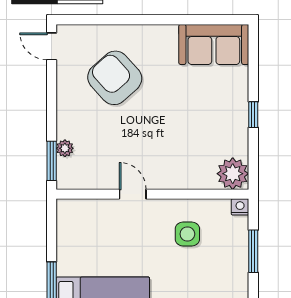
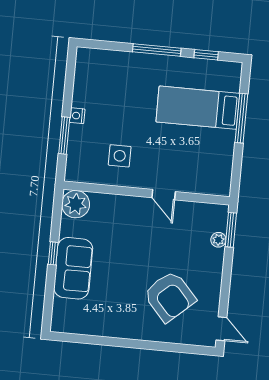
sofa: (214, 44) -> (73, 268), moved, turned 90
nightstand: (240, 207) -> (77, 116), moved, turned 90

